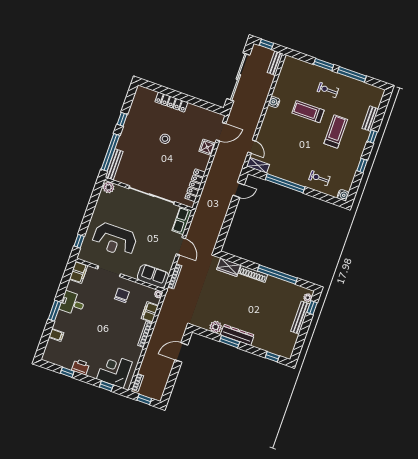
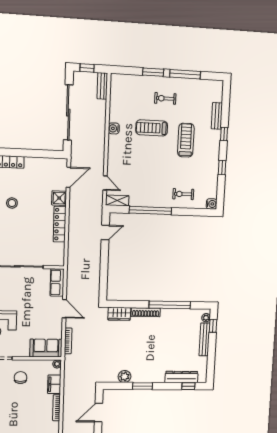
locker: (195, 185) -> (60, 224), moved
dresser: (237, 335) -> (181, 377), moved

